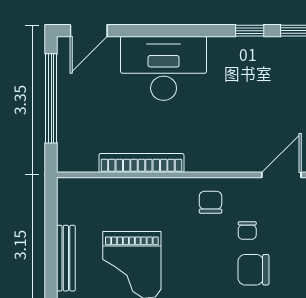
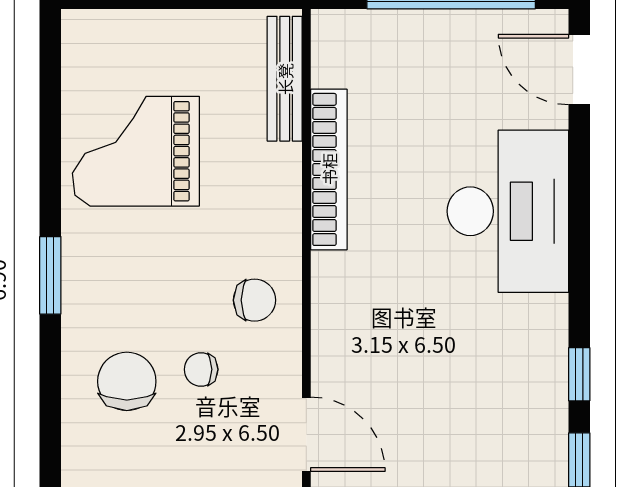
bench: (66, 258) -> (285, 79), moved, turned 90

